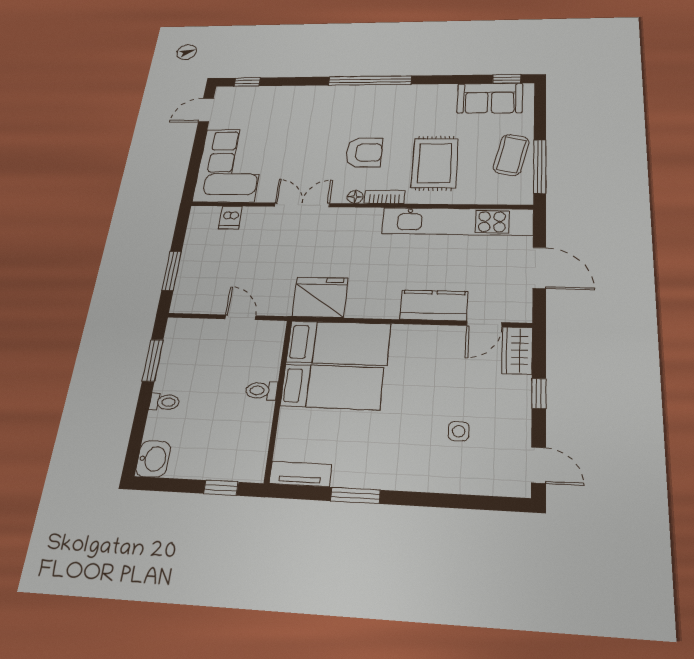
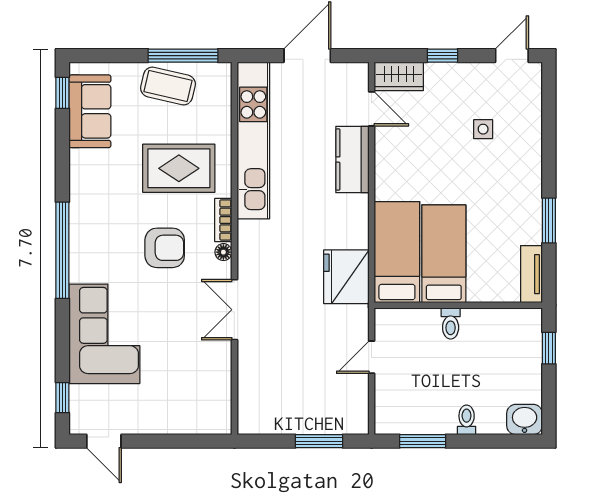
armchair: (364, 152) -> (165, 248), turned 90
corner sofa: (230, 165) -> (104, 334), moved, turned 90
dishwasher: (230, 218) -> (252, 387), removed

